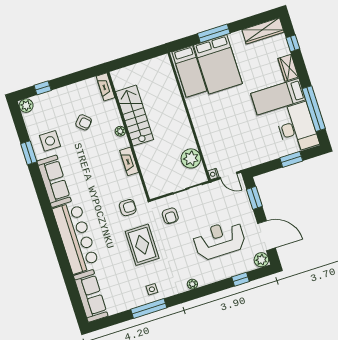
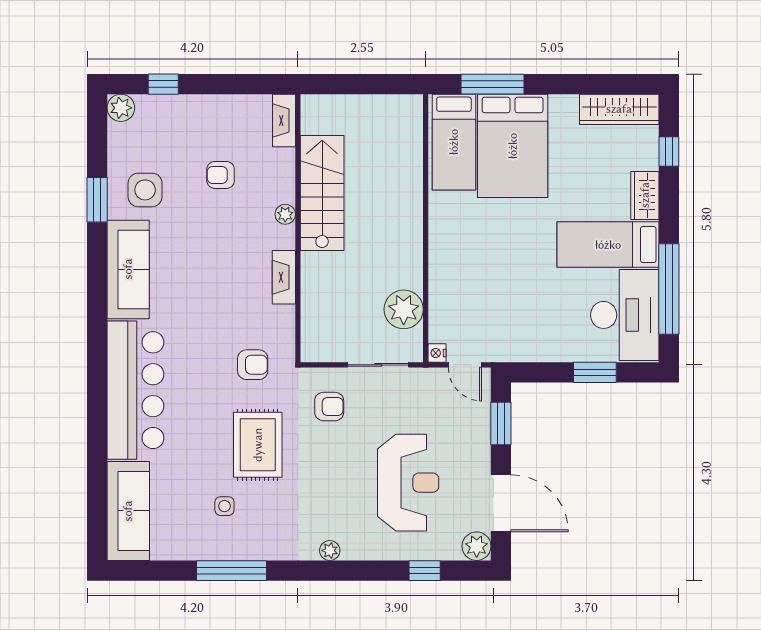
window: (214, 33) -> (492, 84), moved
armchair: (84, 122) -> (221, 175), turned 138
armchair: (170, 216) -> (329, 407), turned -90
reception desk: (219, 240) -> (408, 483), turned 90
side table: (152, 289) -> (224, 506), moved

